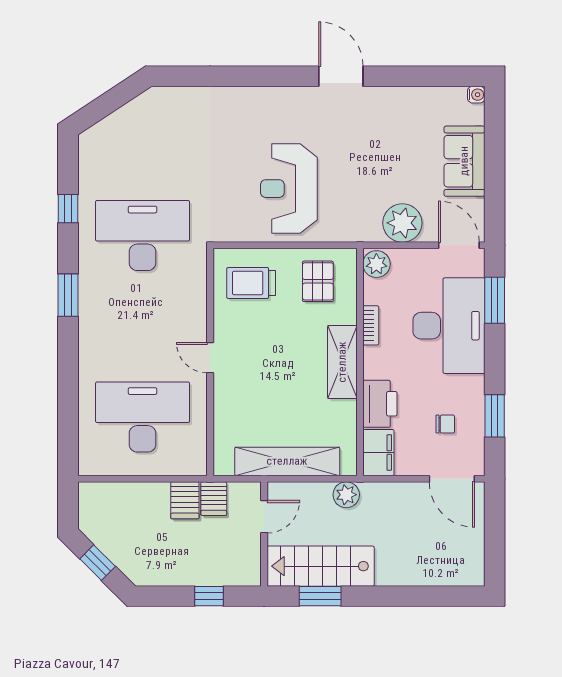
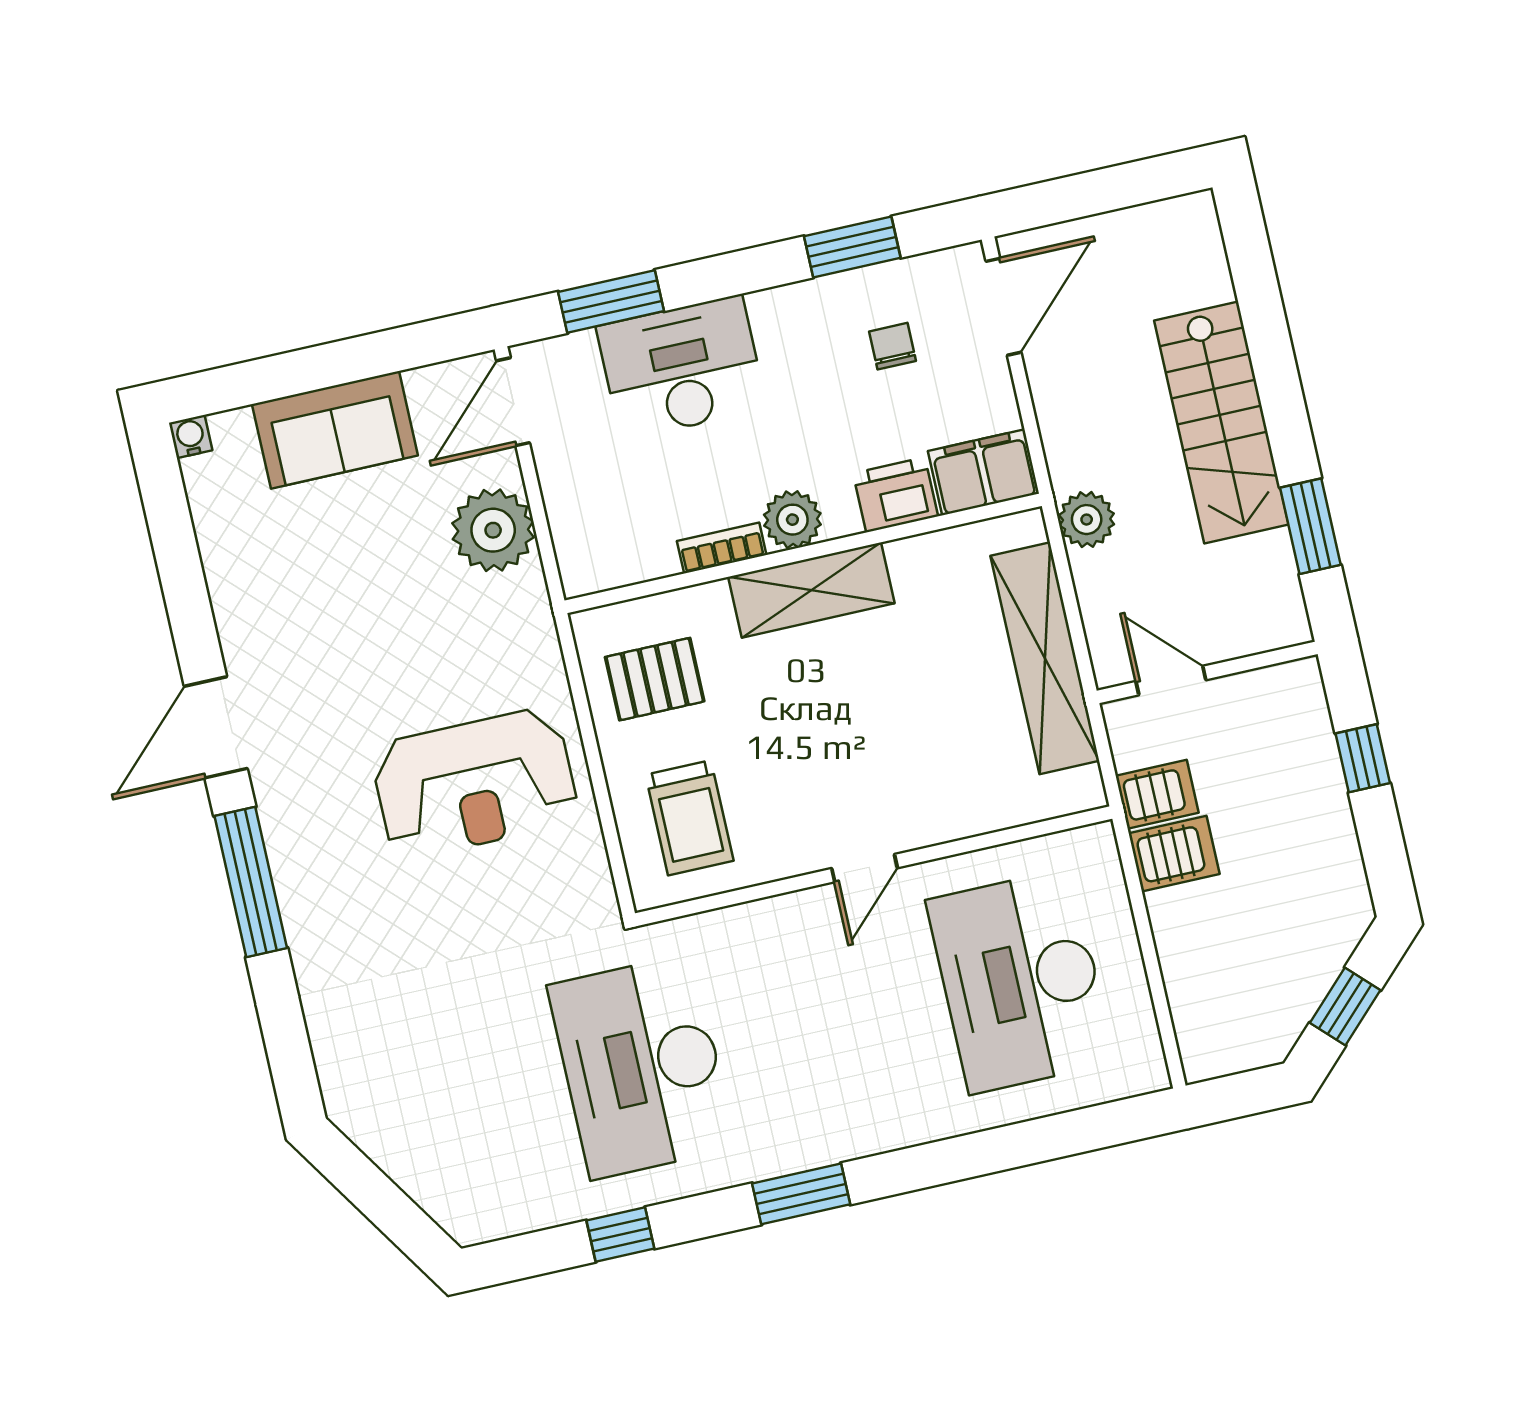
window: (267, 76) -> (251, 882), added
plant: (376, 264) -> (792, 520), moved
desk: (449, 326) -> (682, 368), width x0.73, depth x0.77
printer: (380, 404) -> (896, 495), width x0.73, depth x0.84
stairs: (321, 566) -> (1221, 423), moved

